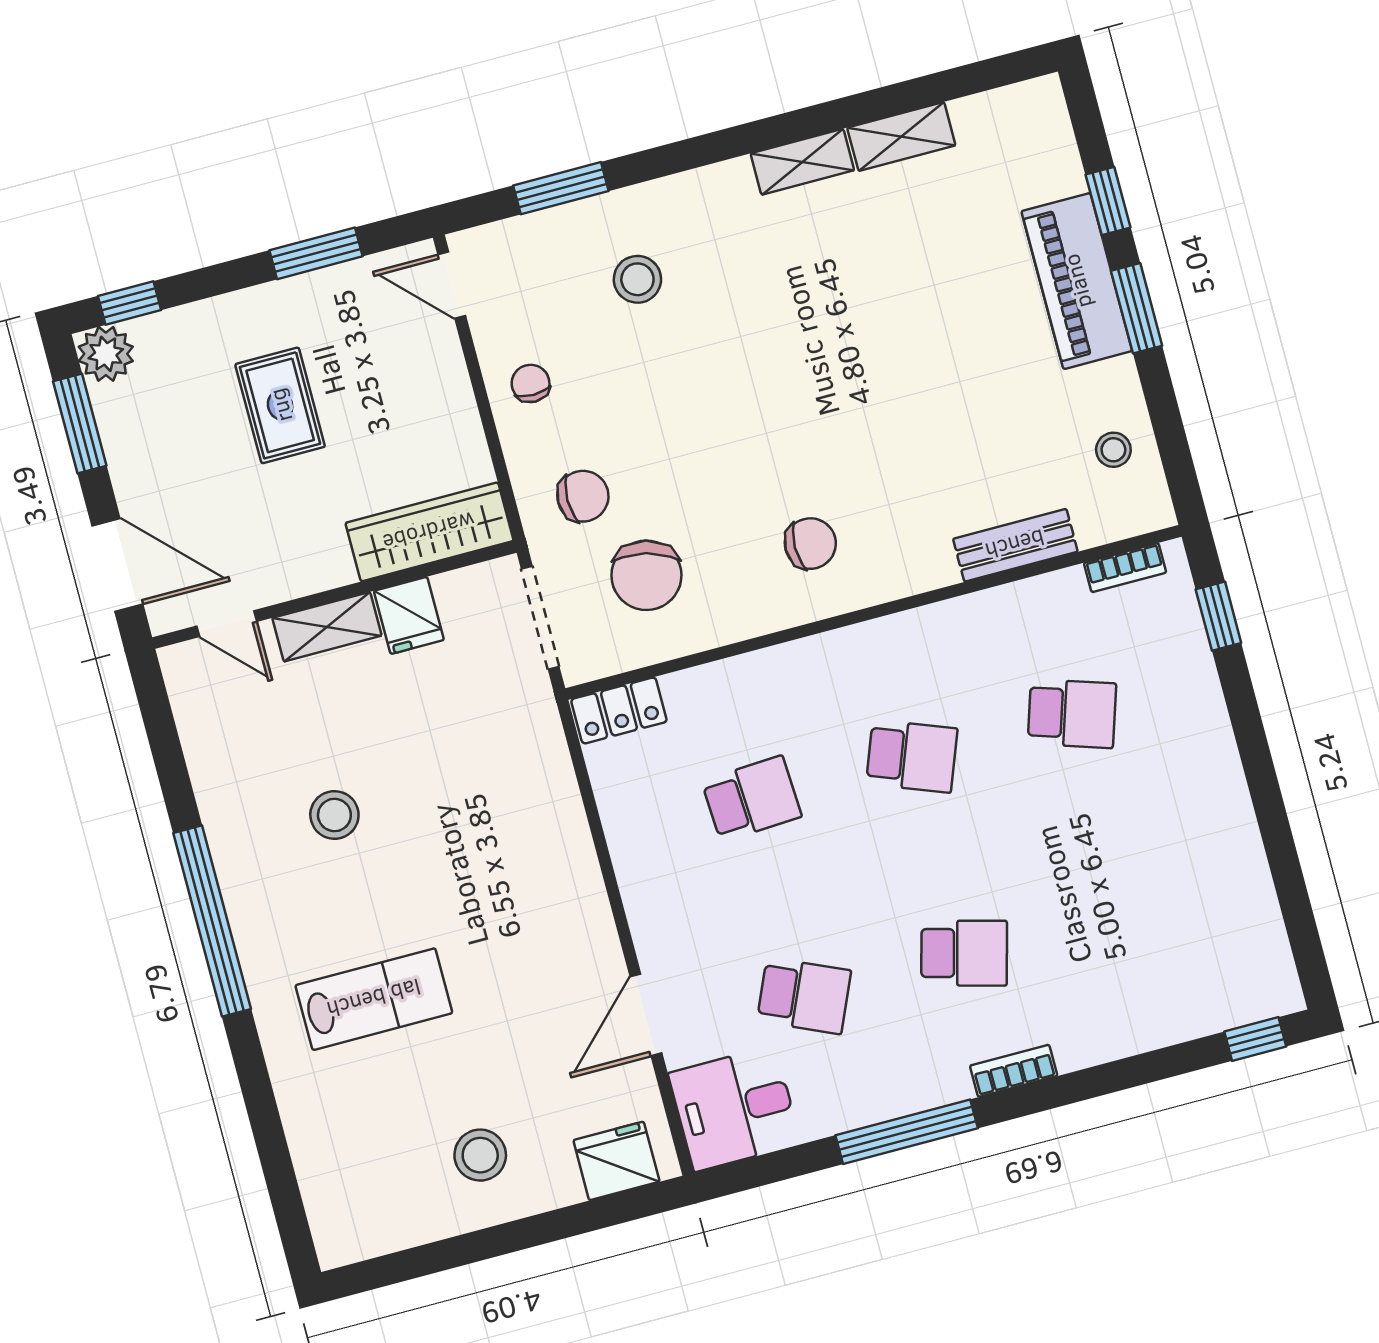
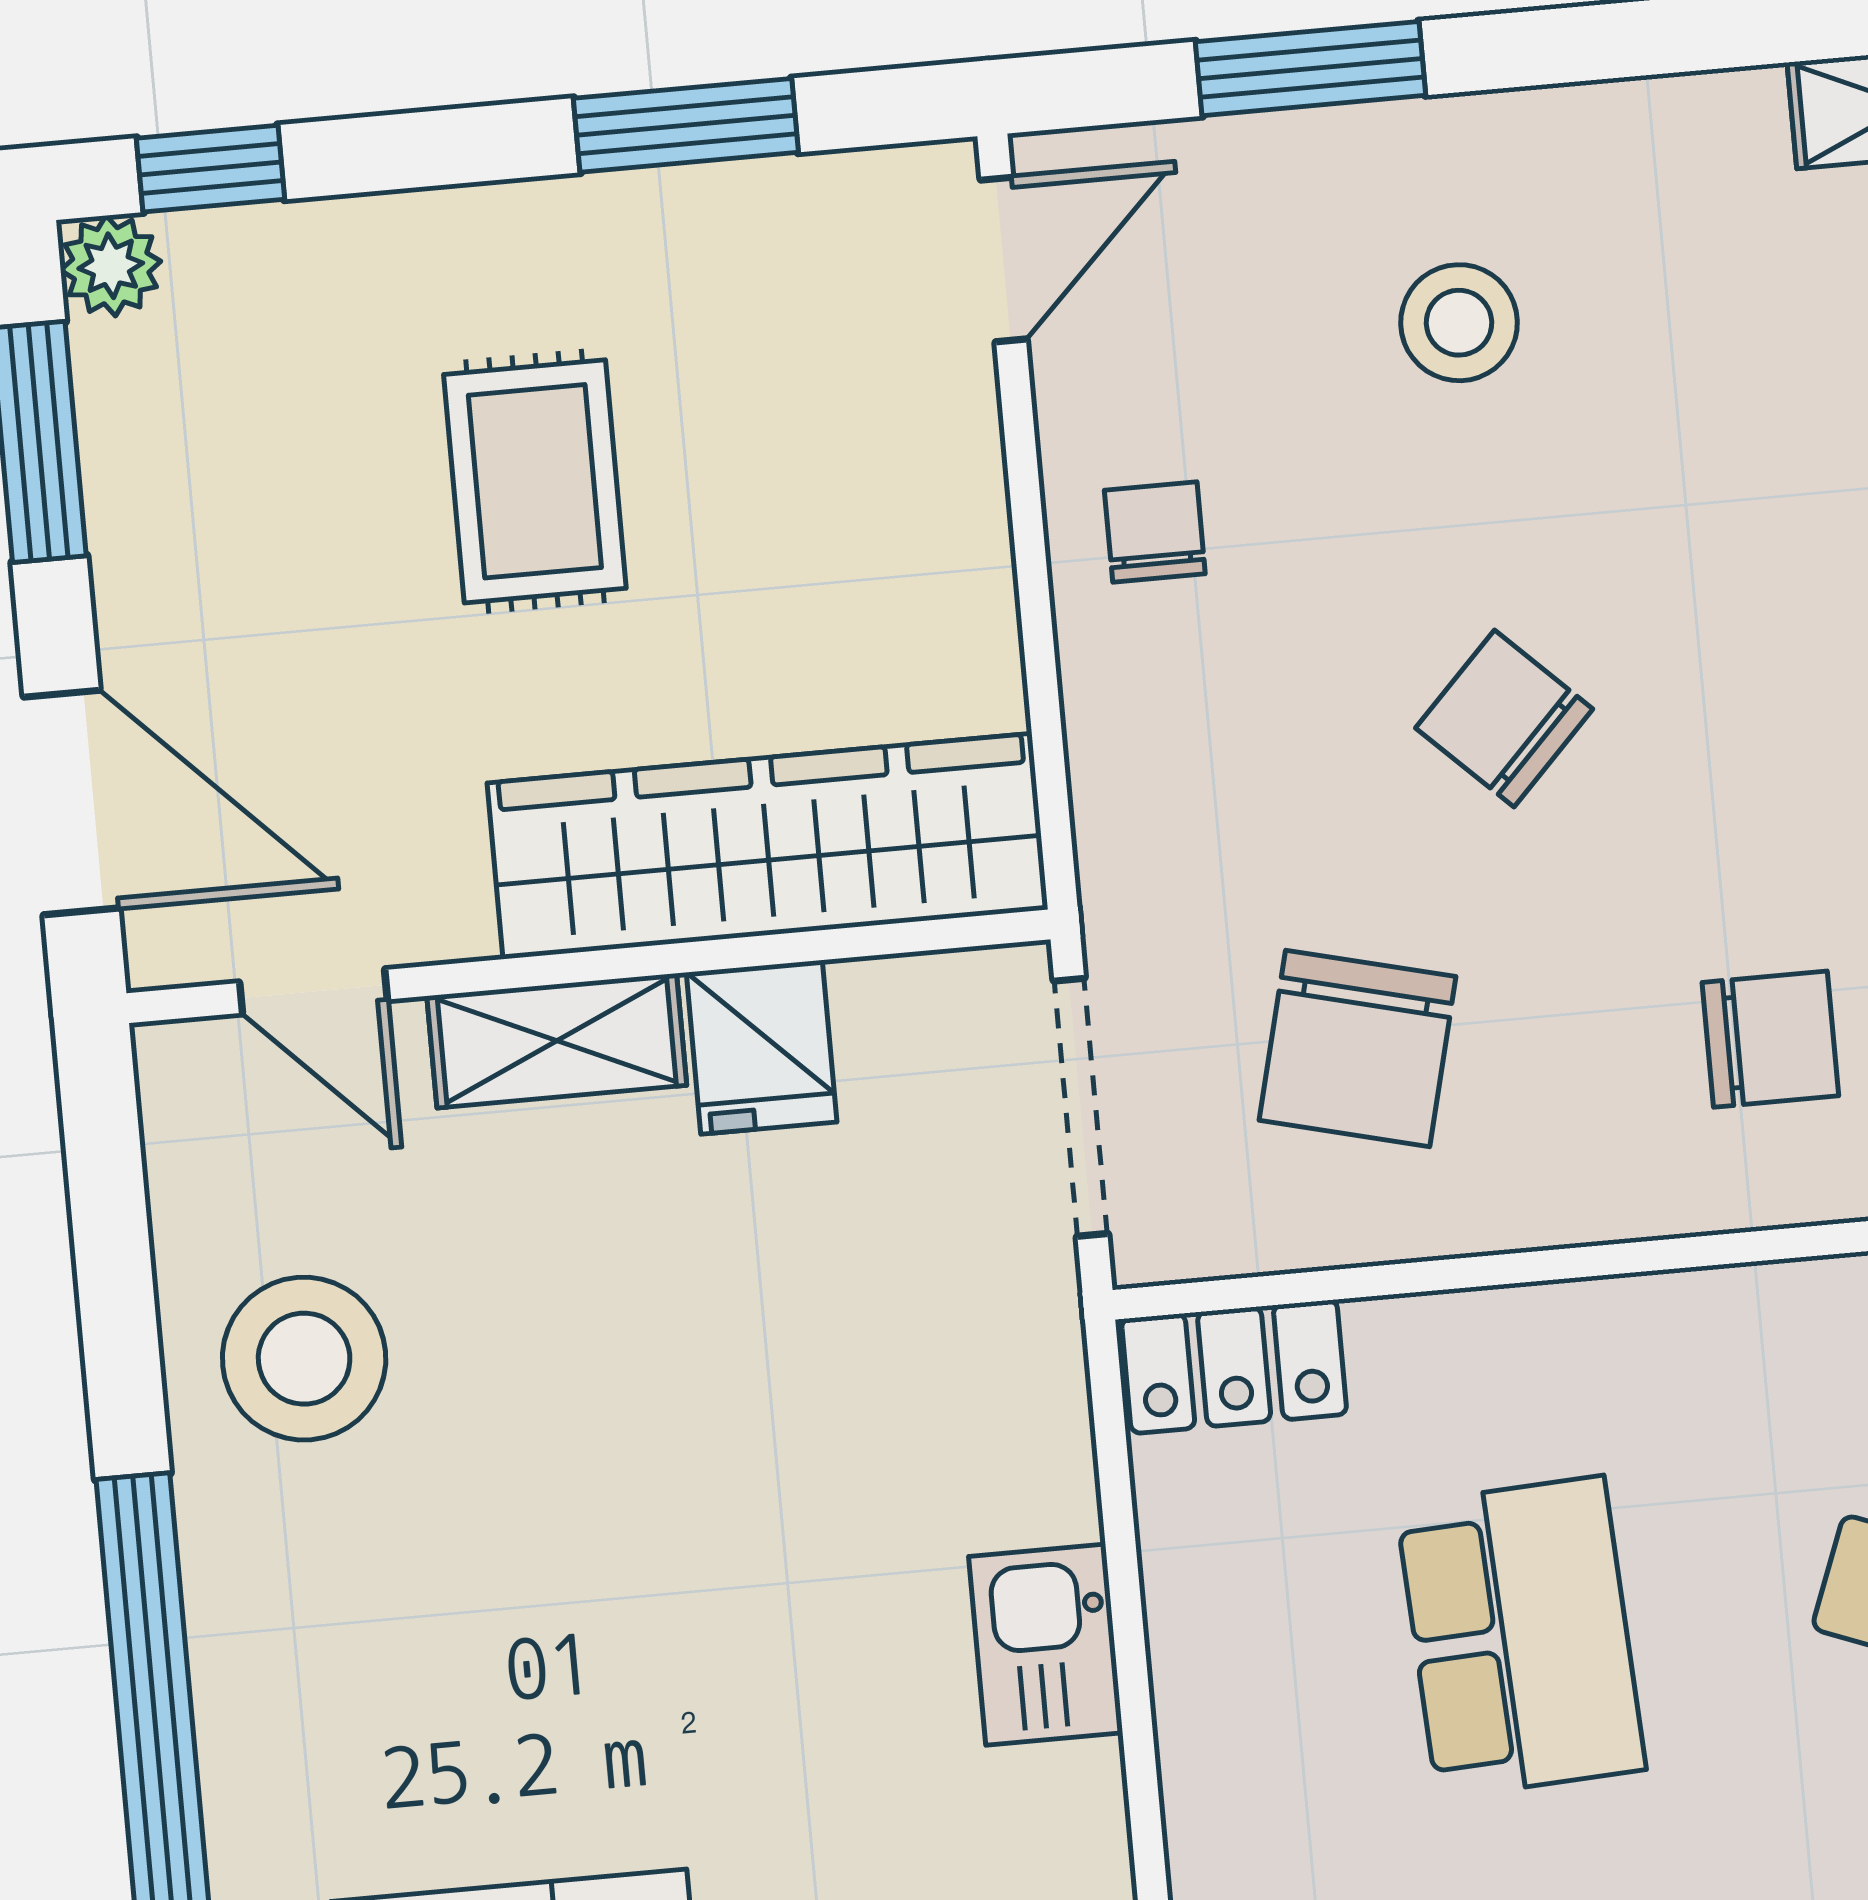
door: (452, 285) -> (1004, 260), swing flipped
plant: (106, 354) -> (111, 266), width x0.73, depth x0.73
chair: (583, 496) -> (1504, 718), moved, turned -136
wardrobe: (429, 532) -> (768, 846), width x1.40, depth x1.17
school desk: (752, 799) -> (1521, 1637), width x1.85
stool: (334, 815) -> (304, 1359), moved, width x1.38, depth x1.38
kitchen sink: (563, 834) -> (1046, 1645), added

